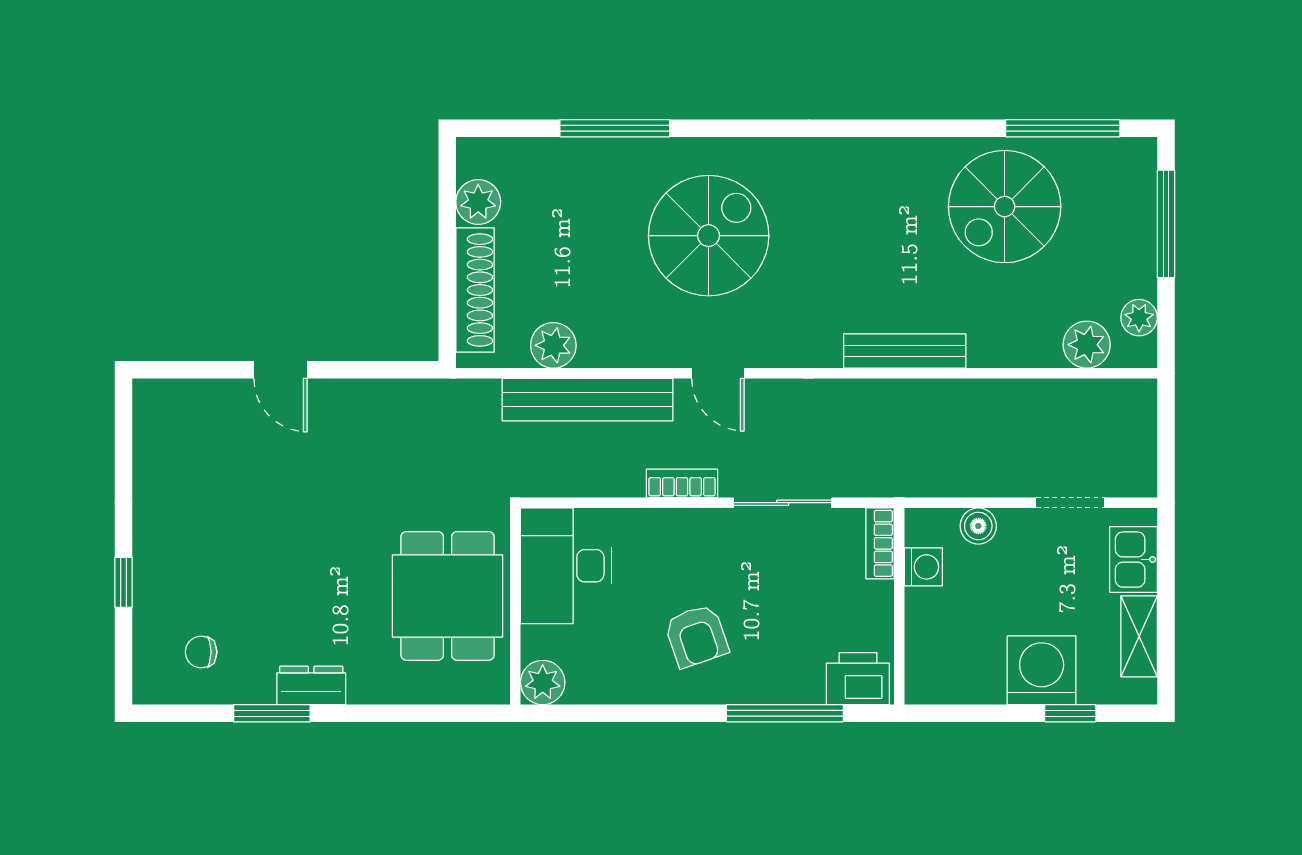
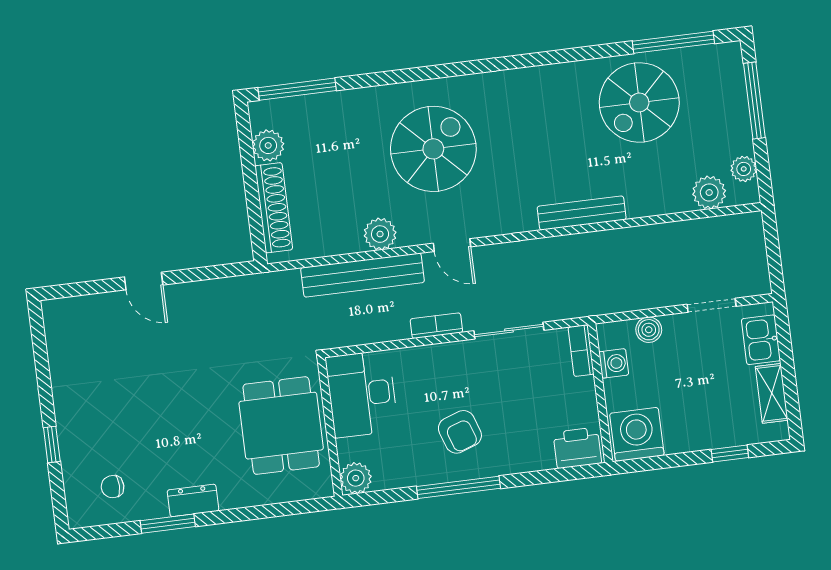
window: (615, 128) -> (297, 89), moved
plant: (553, 345) -> (380, 234), moved
washing machine: (1042, 670) -> (637, 434), moved
window: (785, 713) -> (458, 487), moved

